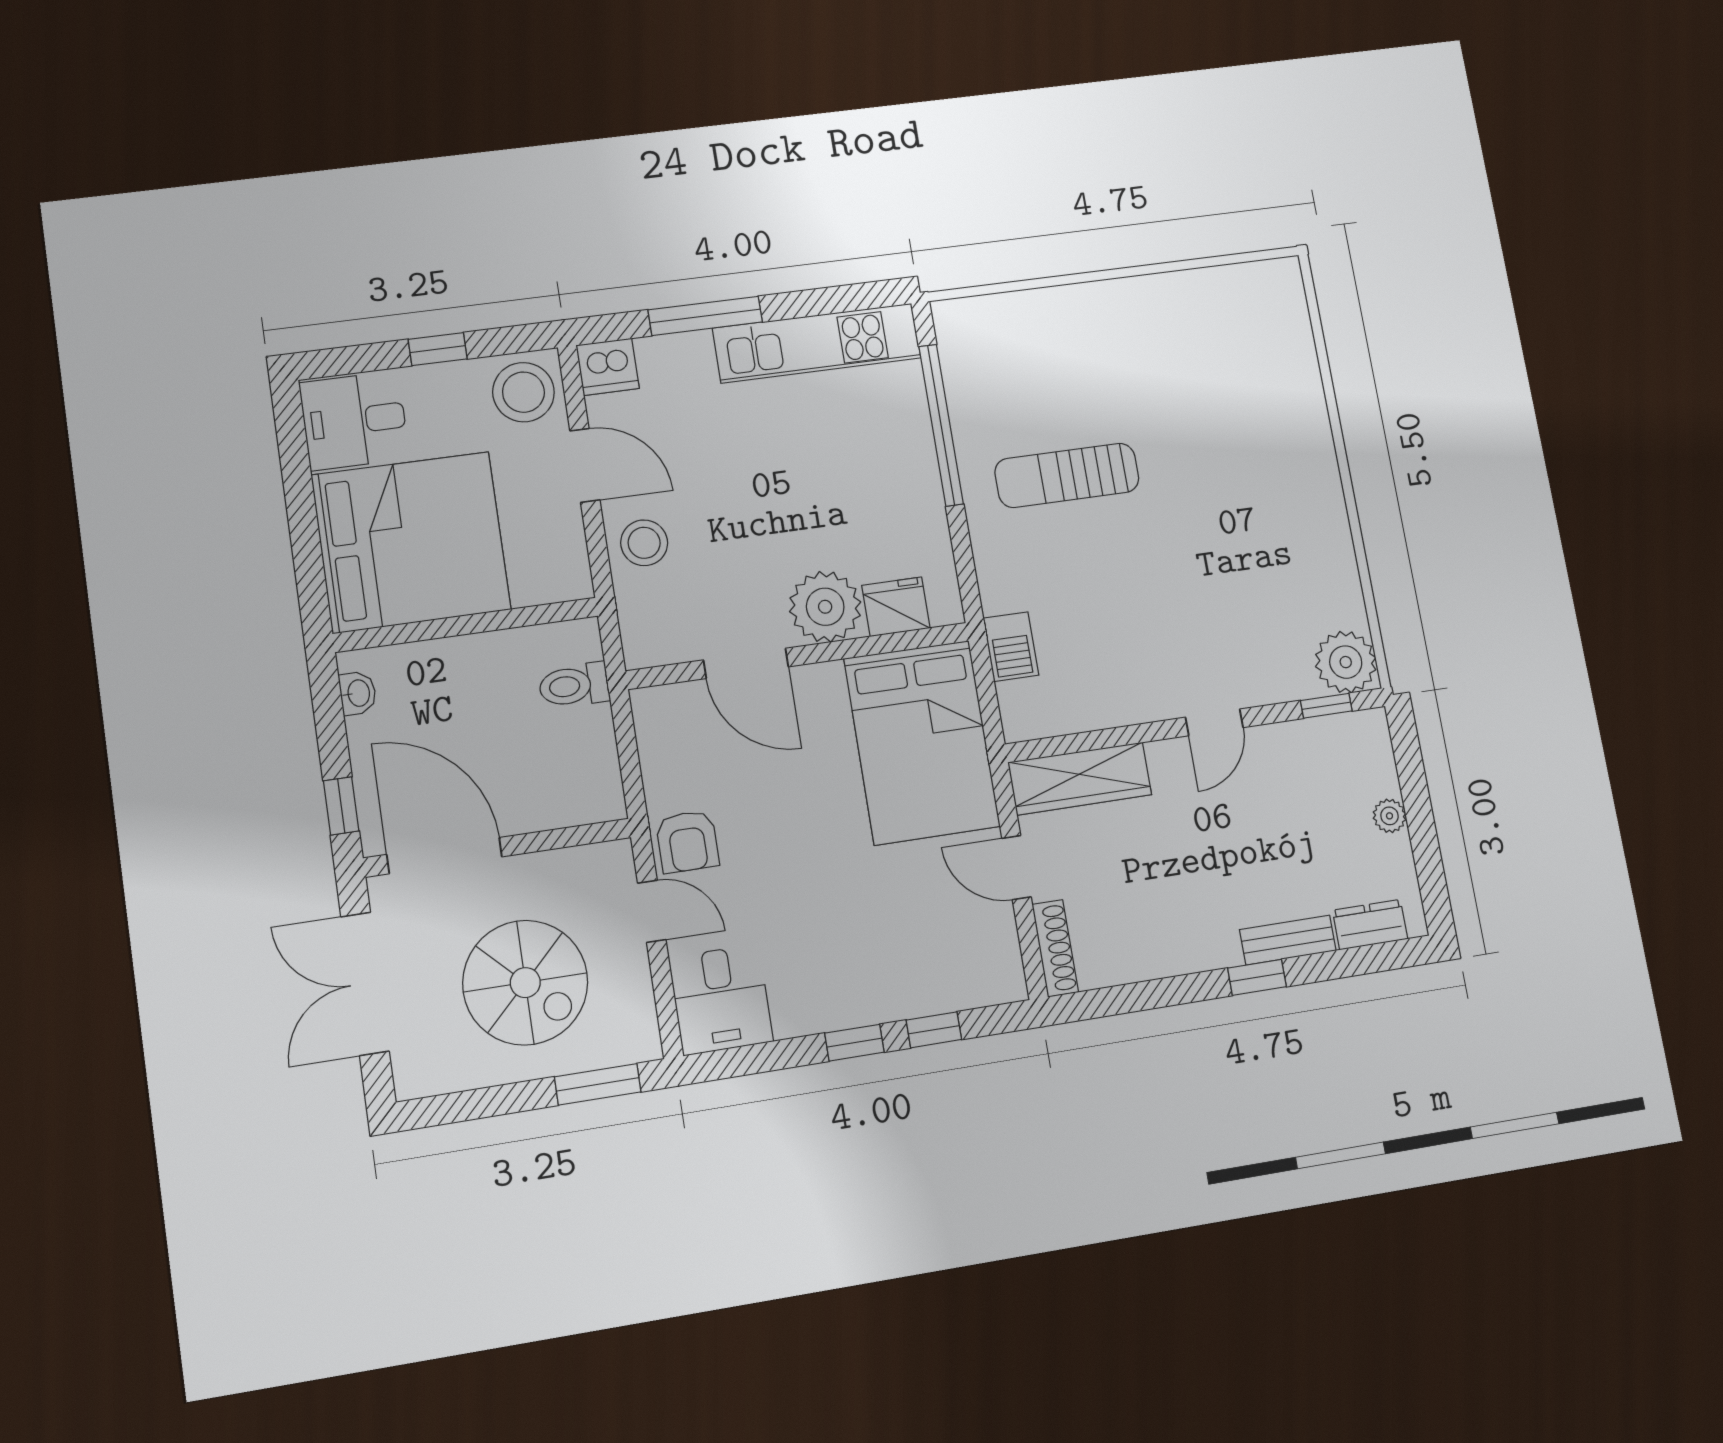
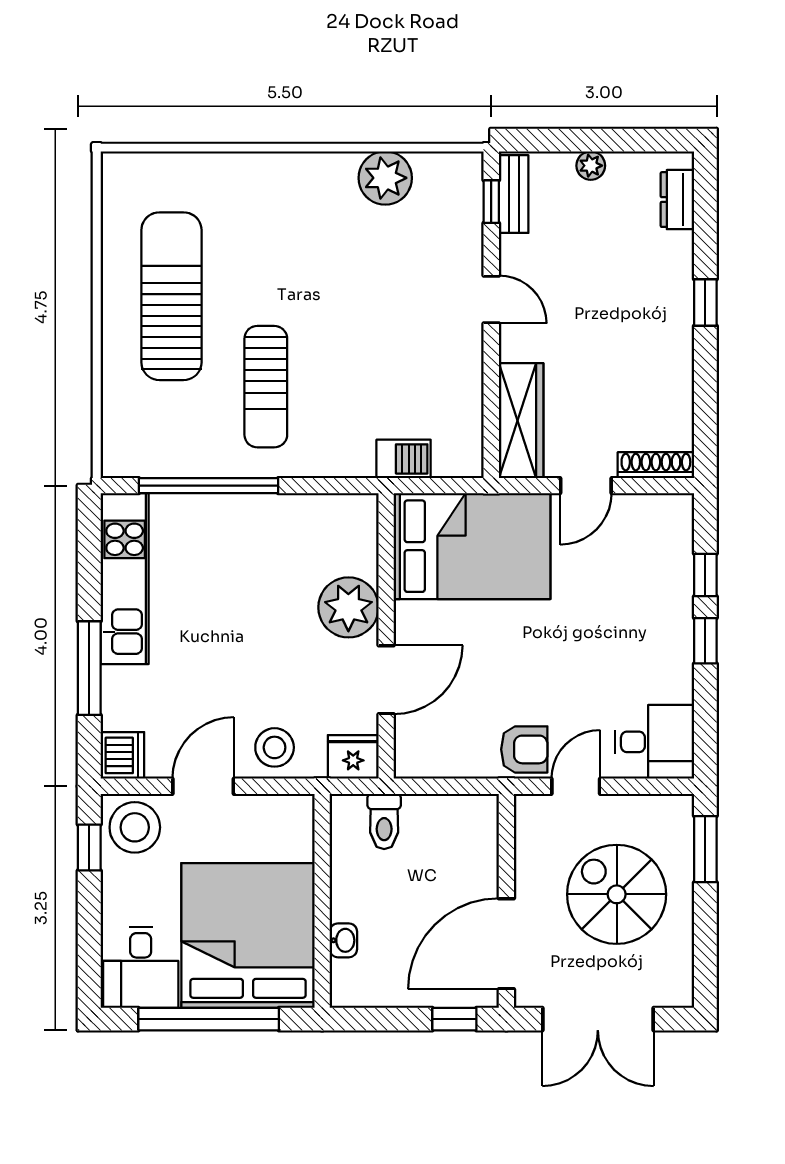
window: (438, 349) -> (89, 847), moved
sun lounger: (1151, 355) -> (171, 296), added
window: (301, 509) -> (209, 1019), added
fridge: (896, 607) -> (353, 757), moved, turned 90
plant: (1346, 662) -> (385, 178), moved
washbasin: (358, 693) -> (343, 940), moved, turned 90
bench: (1288, 940) -> (514, 194), moved
spiral stairs: (525, 983) -> (617, 894), turned -90

